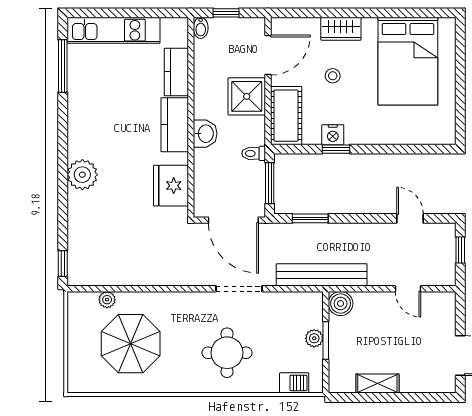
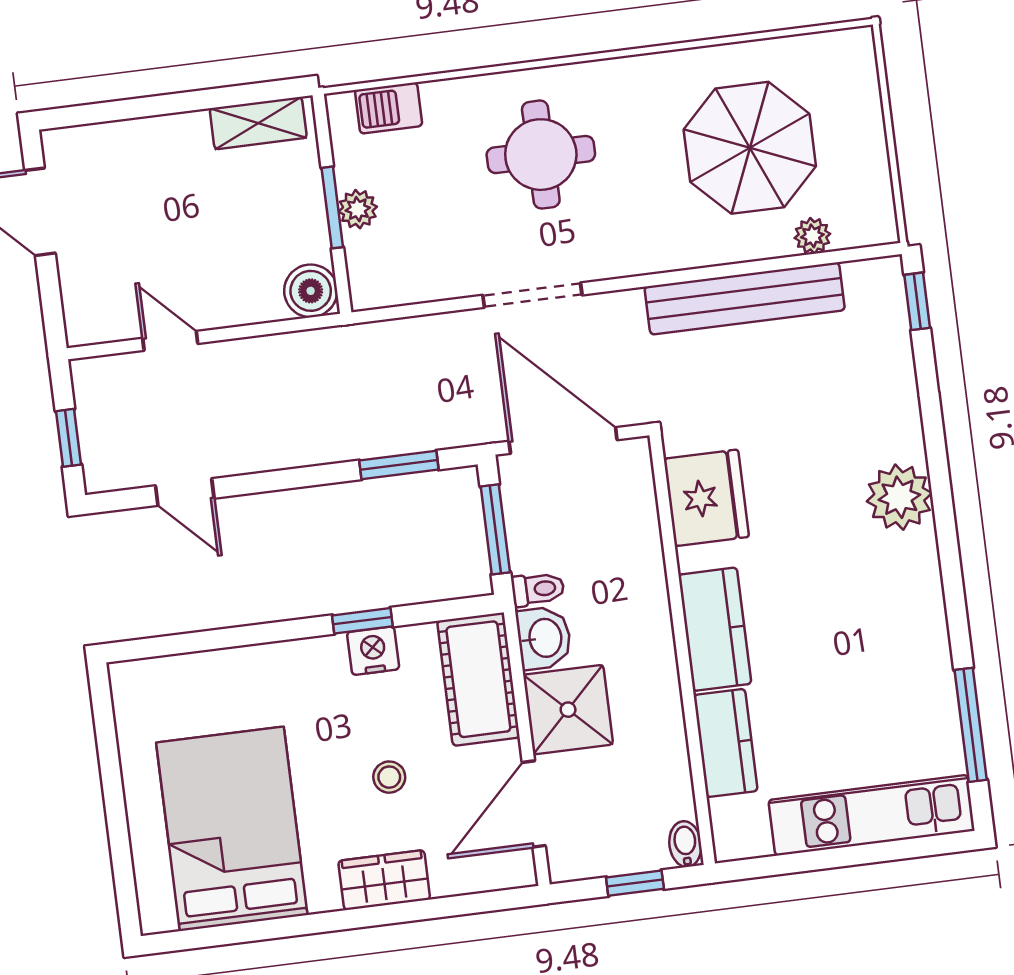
washbasin: (205, 134) -> (544, 638), moved, turned 180
bench: (322, 275) -> (745, 298), moved
shelving: (377, 384) -> (258, 123), moved

